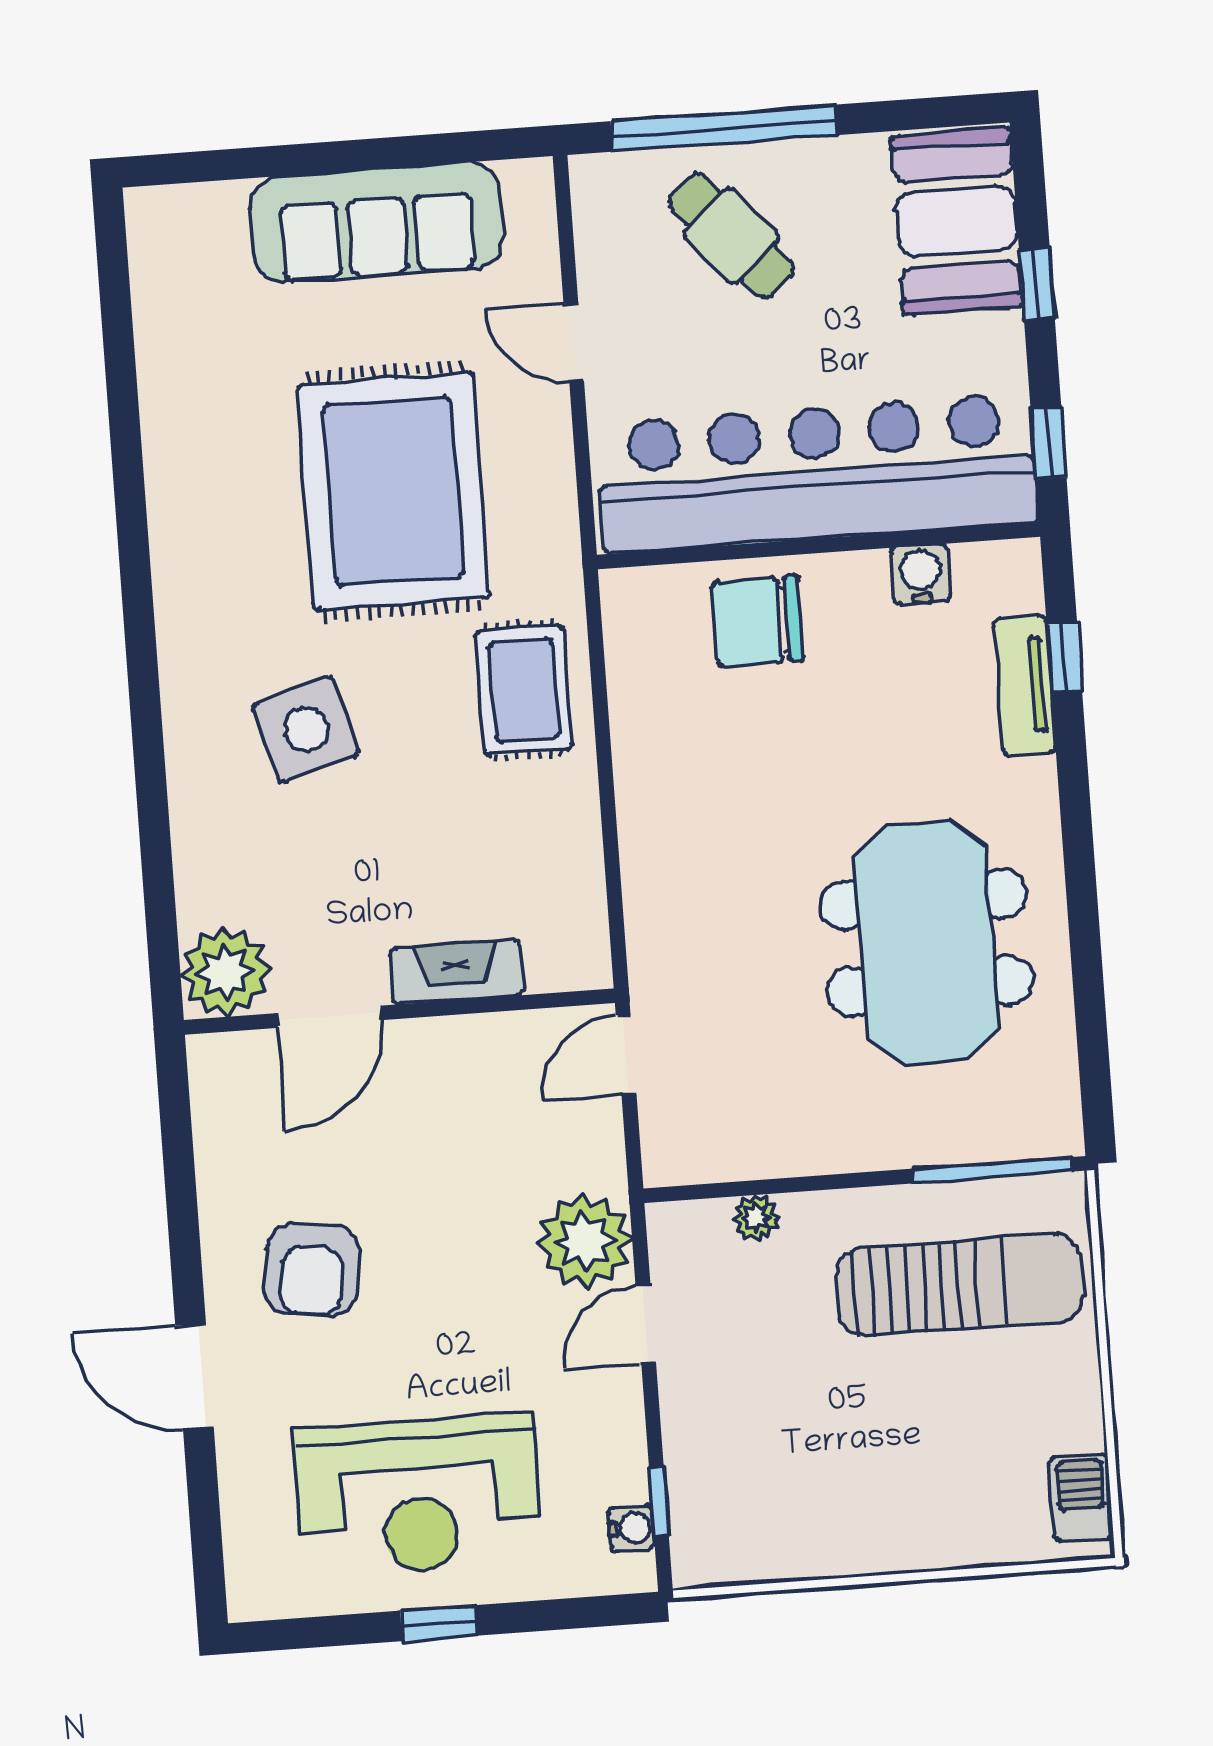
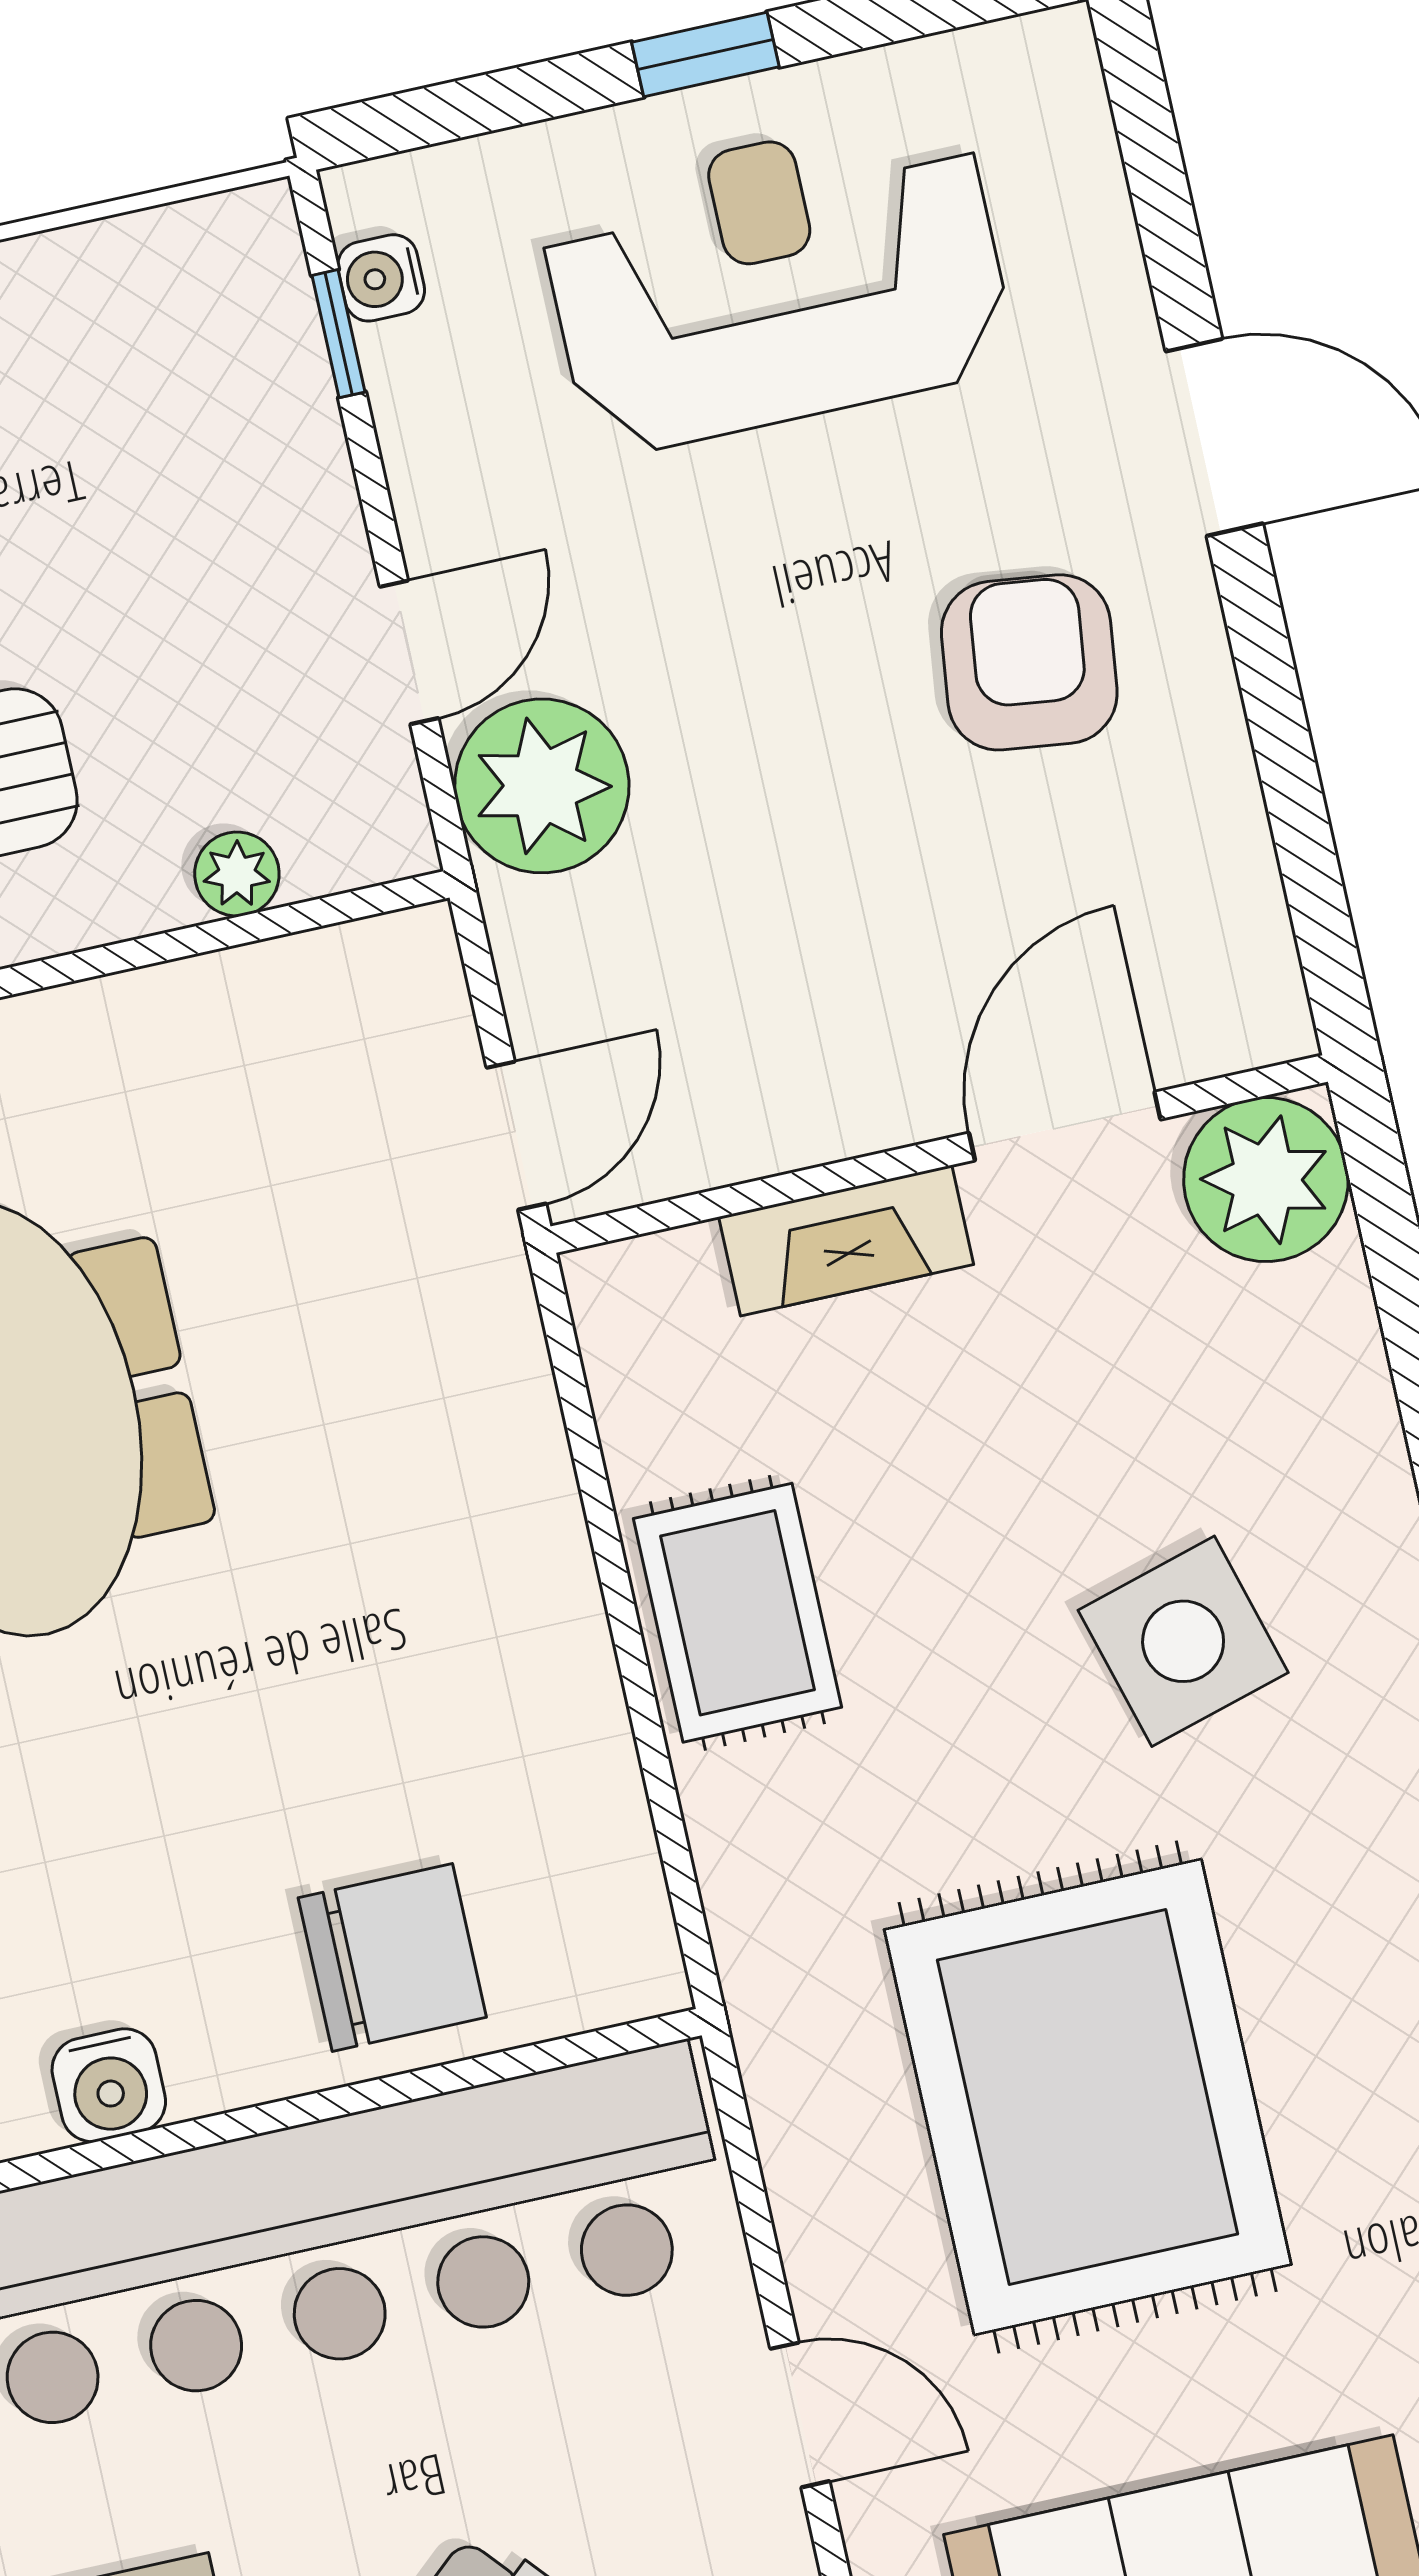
rug: (523, 690) -> (738, 1613), moved

